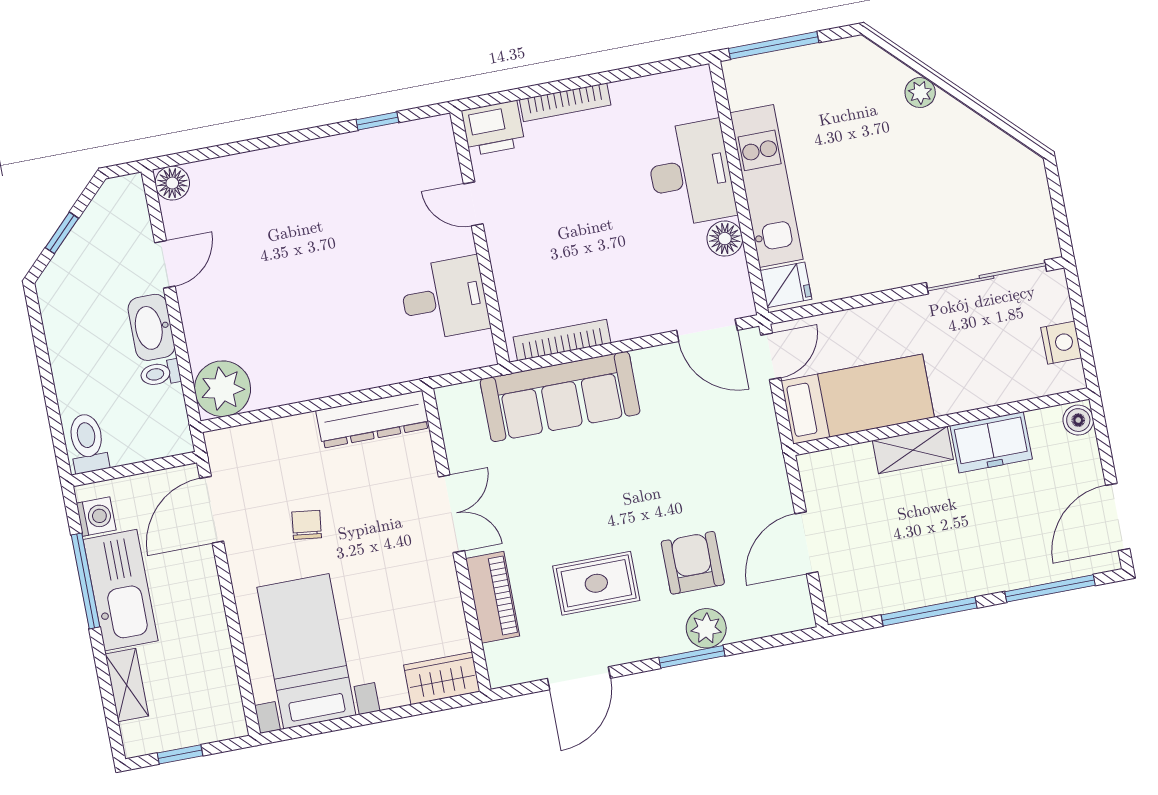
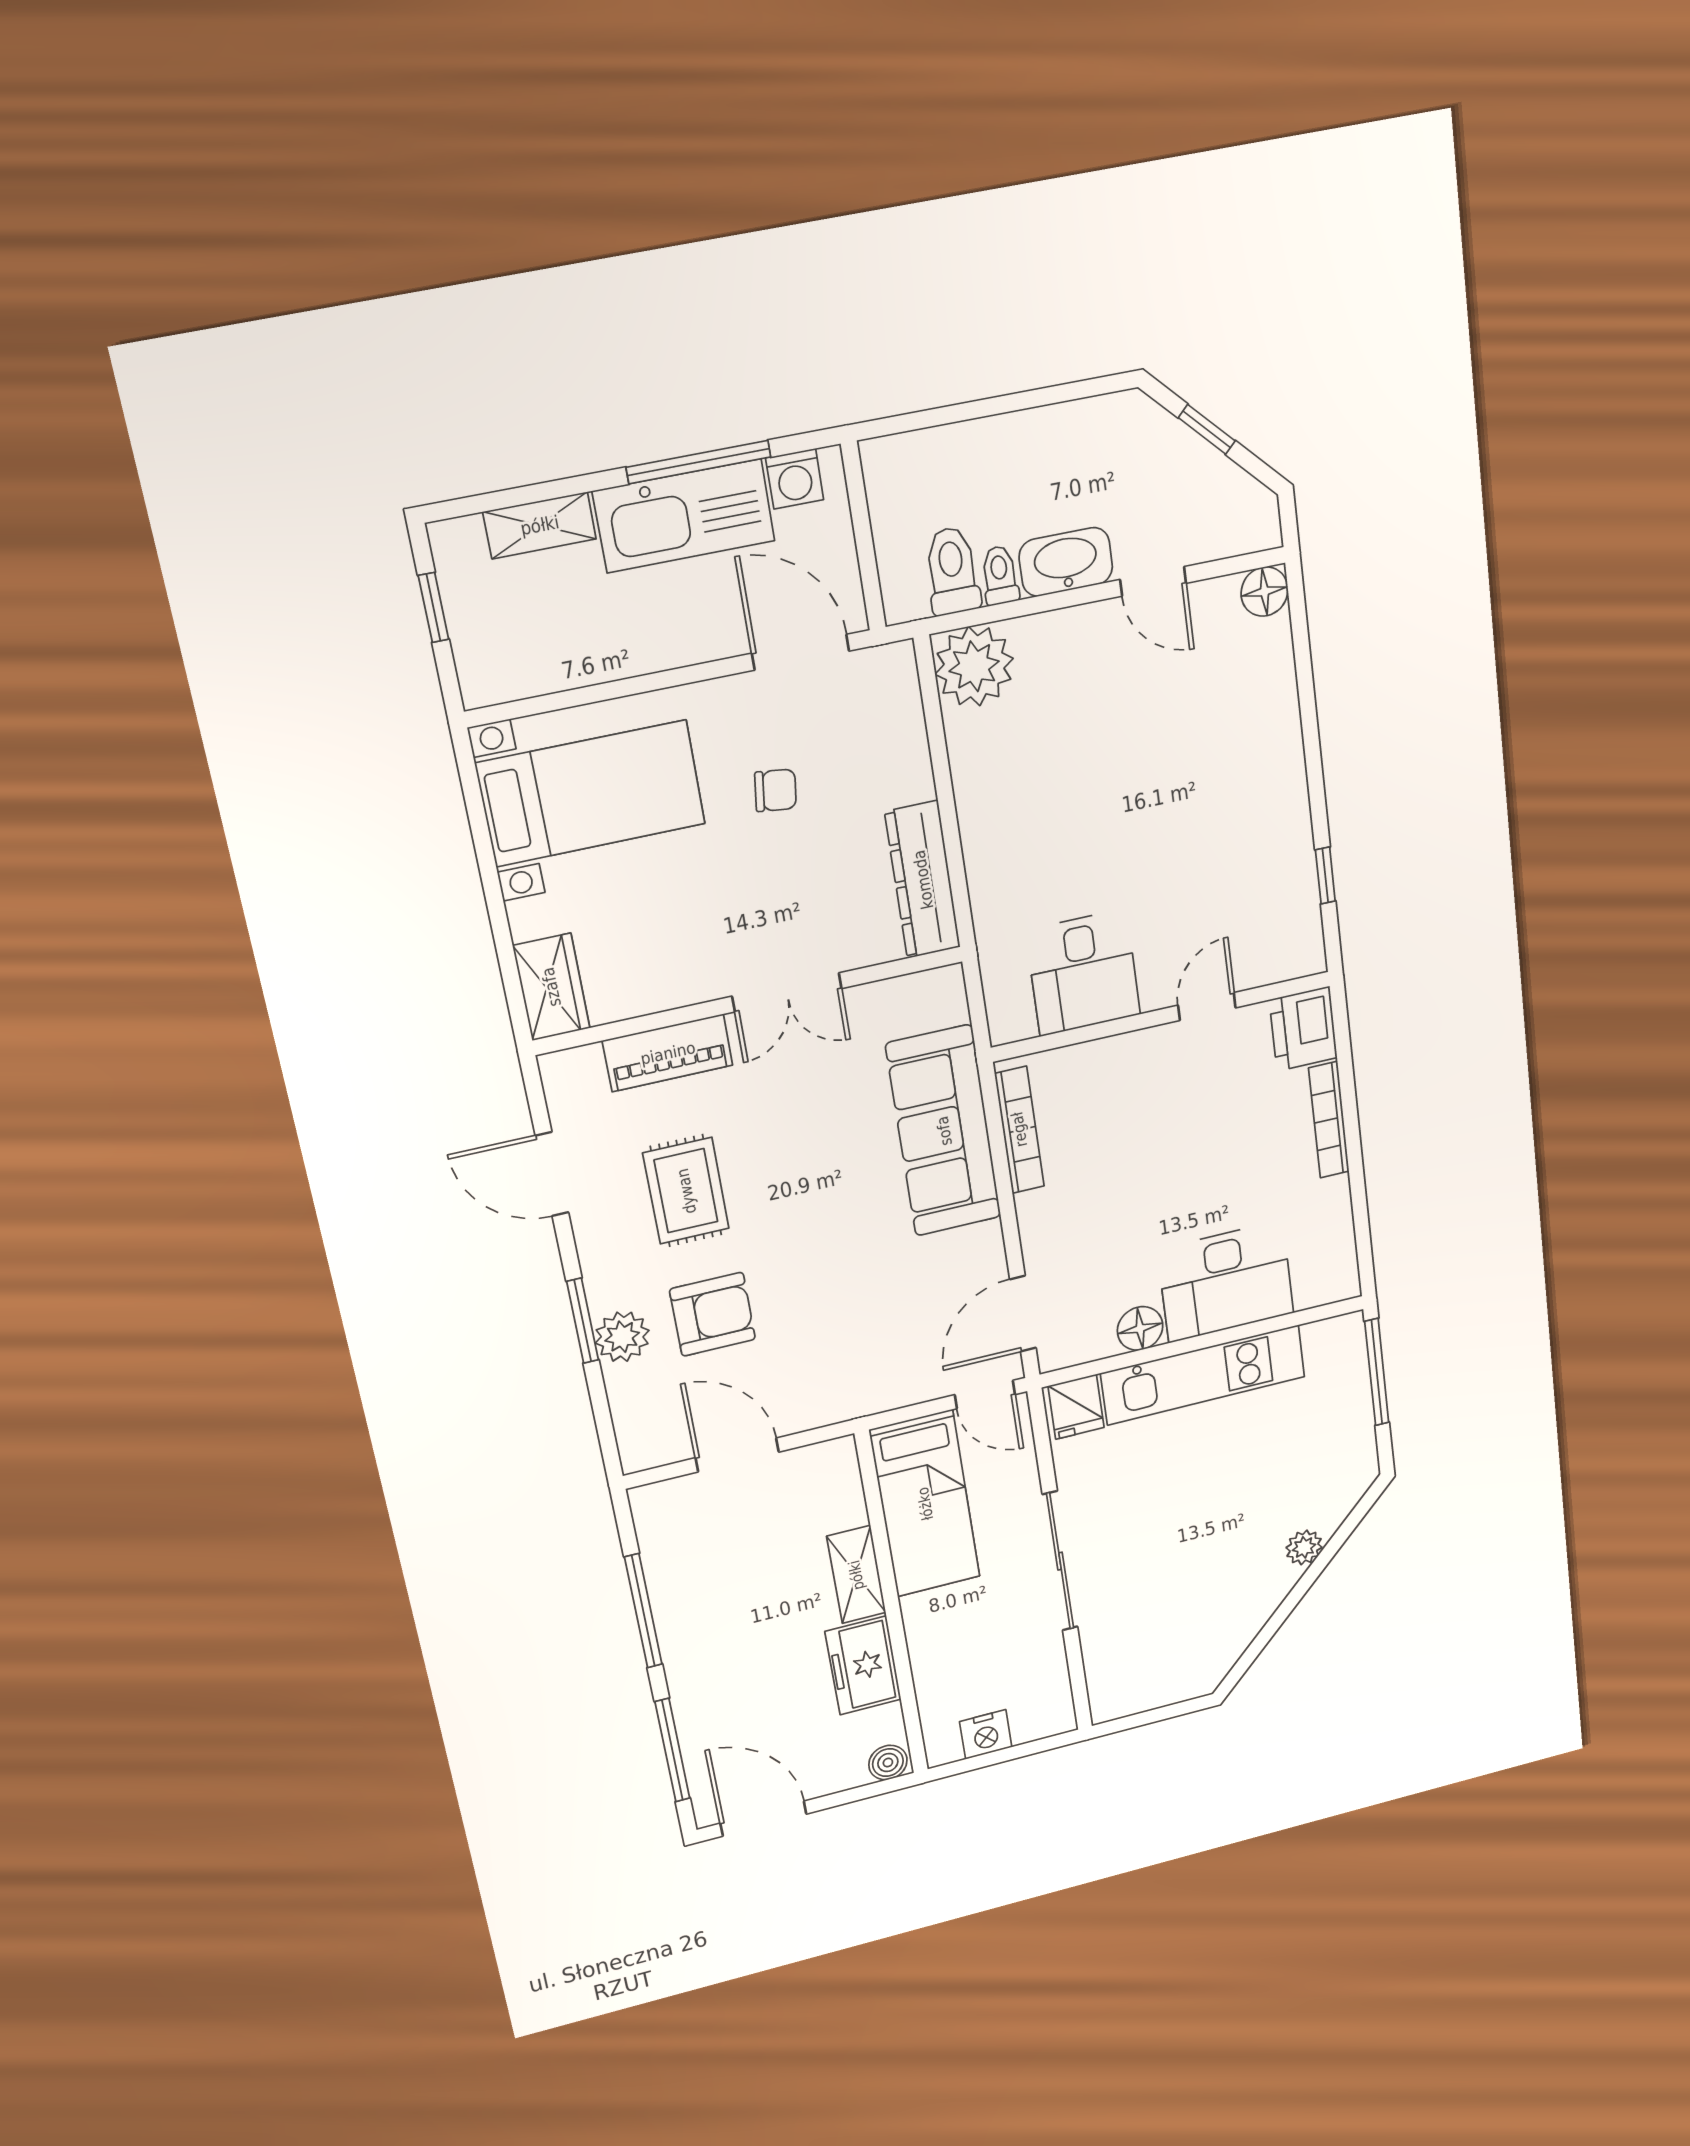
sliding door: (986, 277) -> (1060, 1561), moved
toilet: (88, 443) -> (952, 571), moved, turned -90

